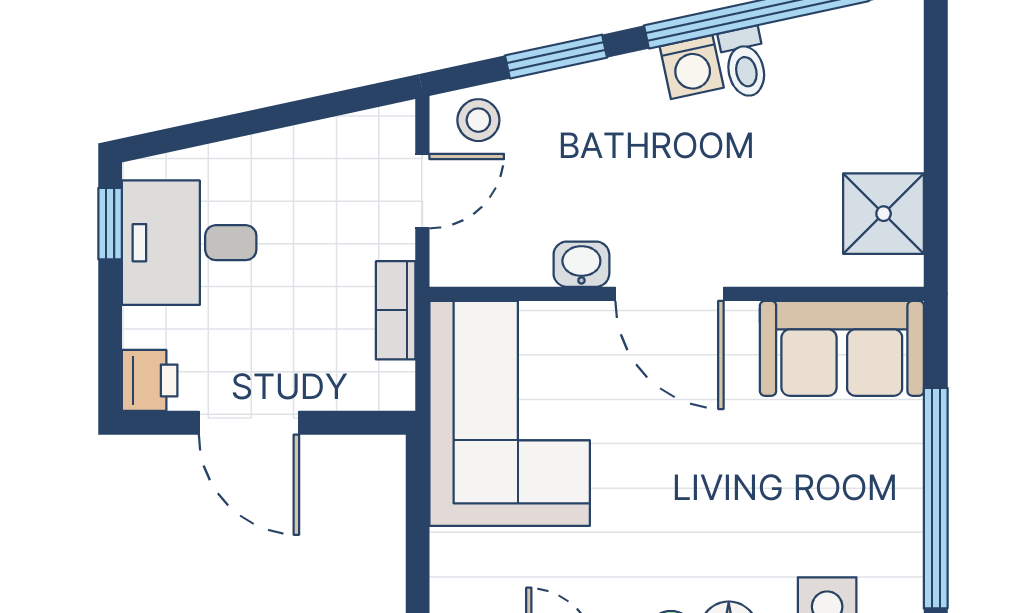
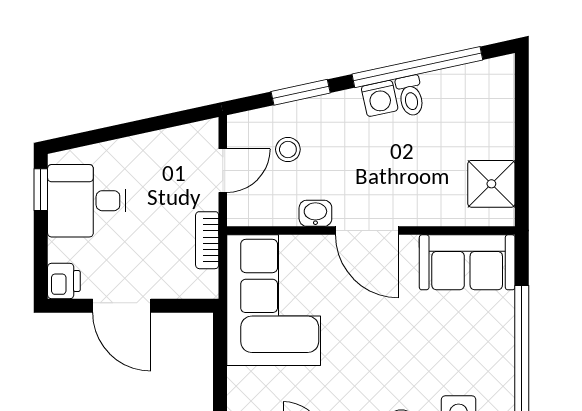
stool: (478, 120) -> (288, 149), moved

